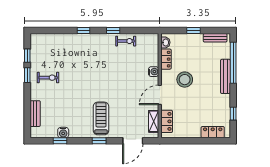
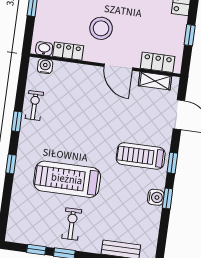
treadmill: (78, 70) -> (67, 179), added
water cooler: (154, 72) -> (45, 66), moved
water cooler: (63, 133) -> (156, 197), moved
window: (60, 141) -> (168, 198), moved
window: (188, 141) -> (190, 35), added

